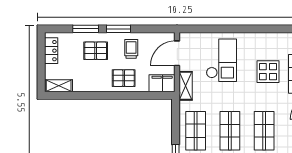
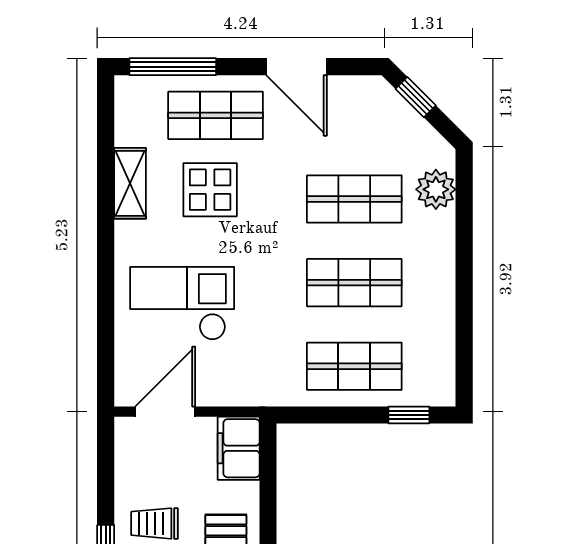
door: (177, 53) -> (165, 412), swing flipped
shelving: (186, 86) -> (130, 183), moved, turned 90

